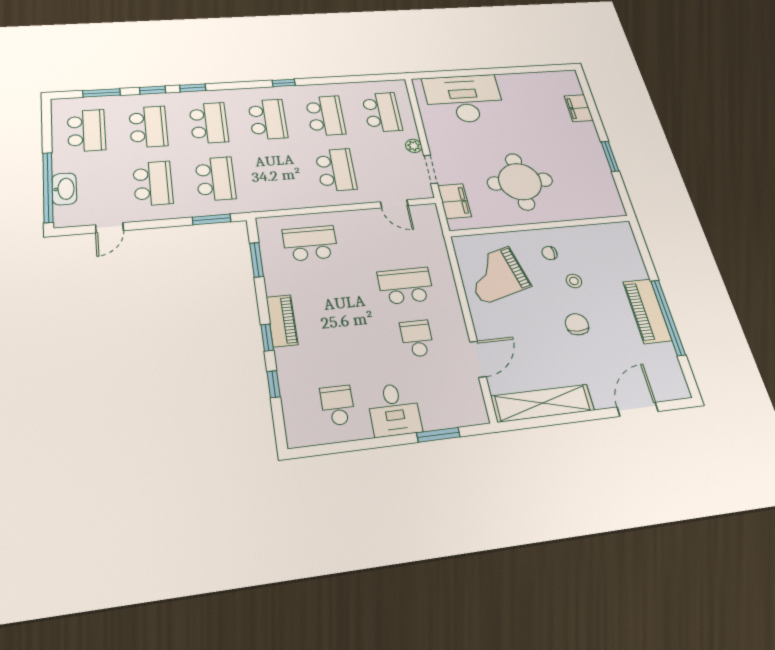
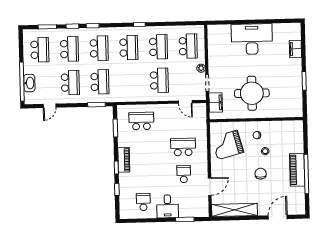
desk: (464, 99) -> (252, 39), moved

